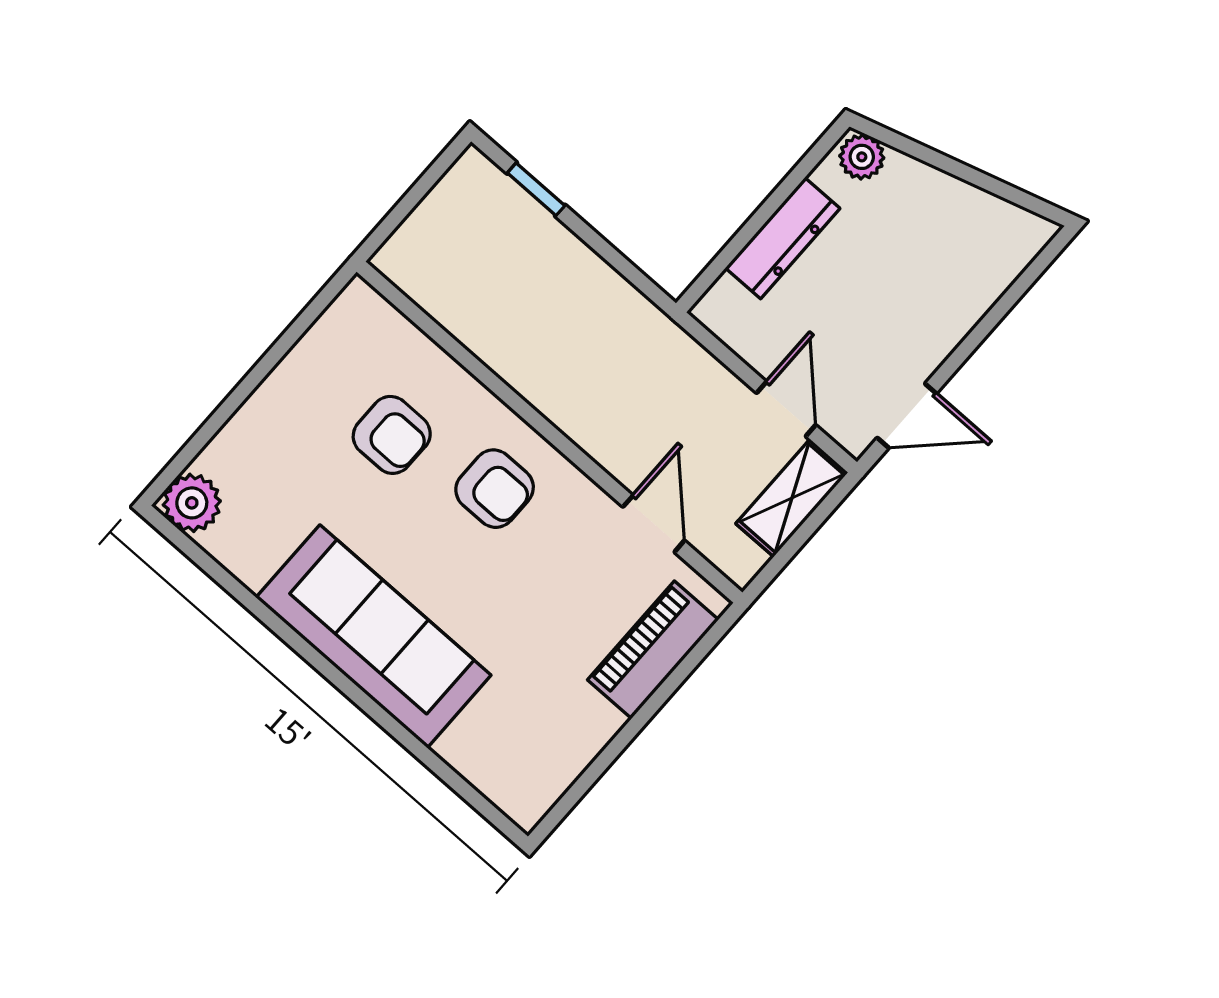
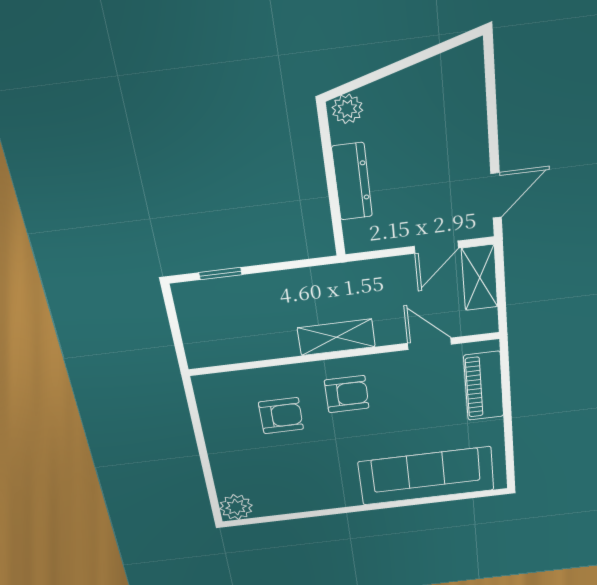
shelving: (566, 402) -> (336, 337), added
door: (786, 409) -> (436, 247), swing flipped
sofa: (373, 636) -> (426, 476), moved

